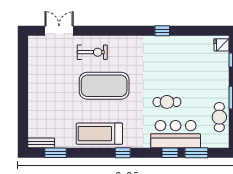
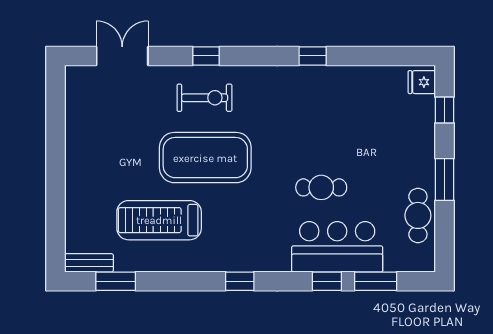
window: (105, 31) -> (206, 56), added
exercise bike: (92, 52) -> (205, 98), moved
treadmill: (99, 134) -> (159, 220), moved

